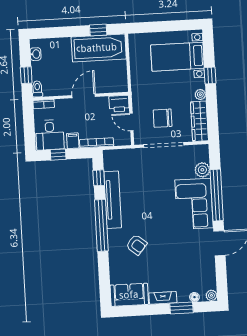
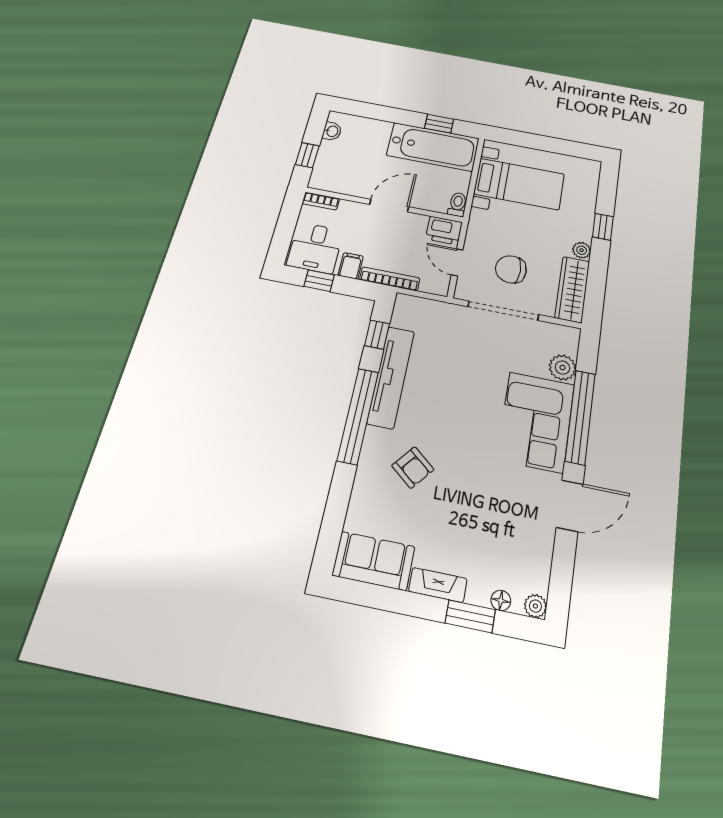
bed with nightstands: (177, 57) -> (519, 184), moved, turned 180
toilet: (37, 89) -> (457, 204), moved

